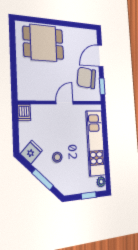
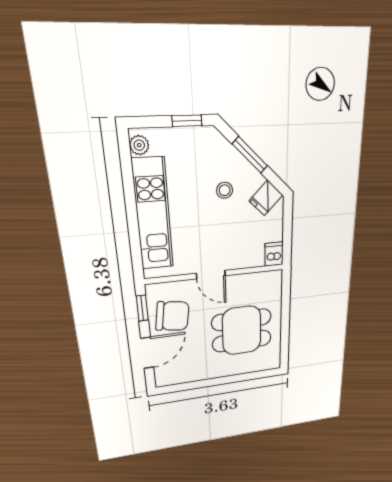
dining table: (44, 43) -> (242, 330), moved
door: (65, 103) -> (211, 275), hinge flipped
window: (89, 195) -> (187, 121), moved

